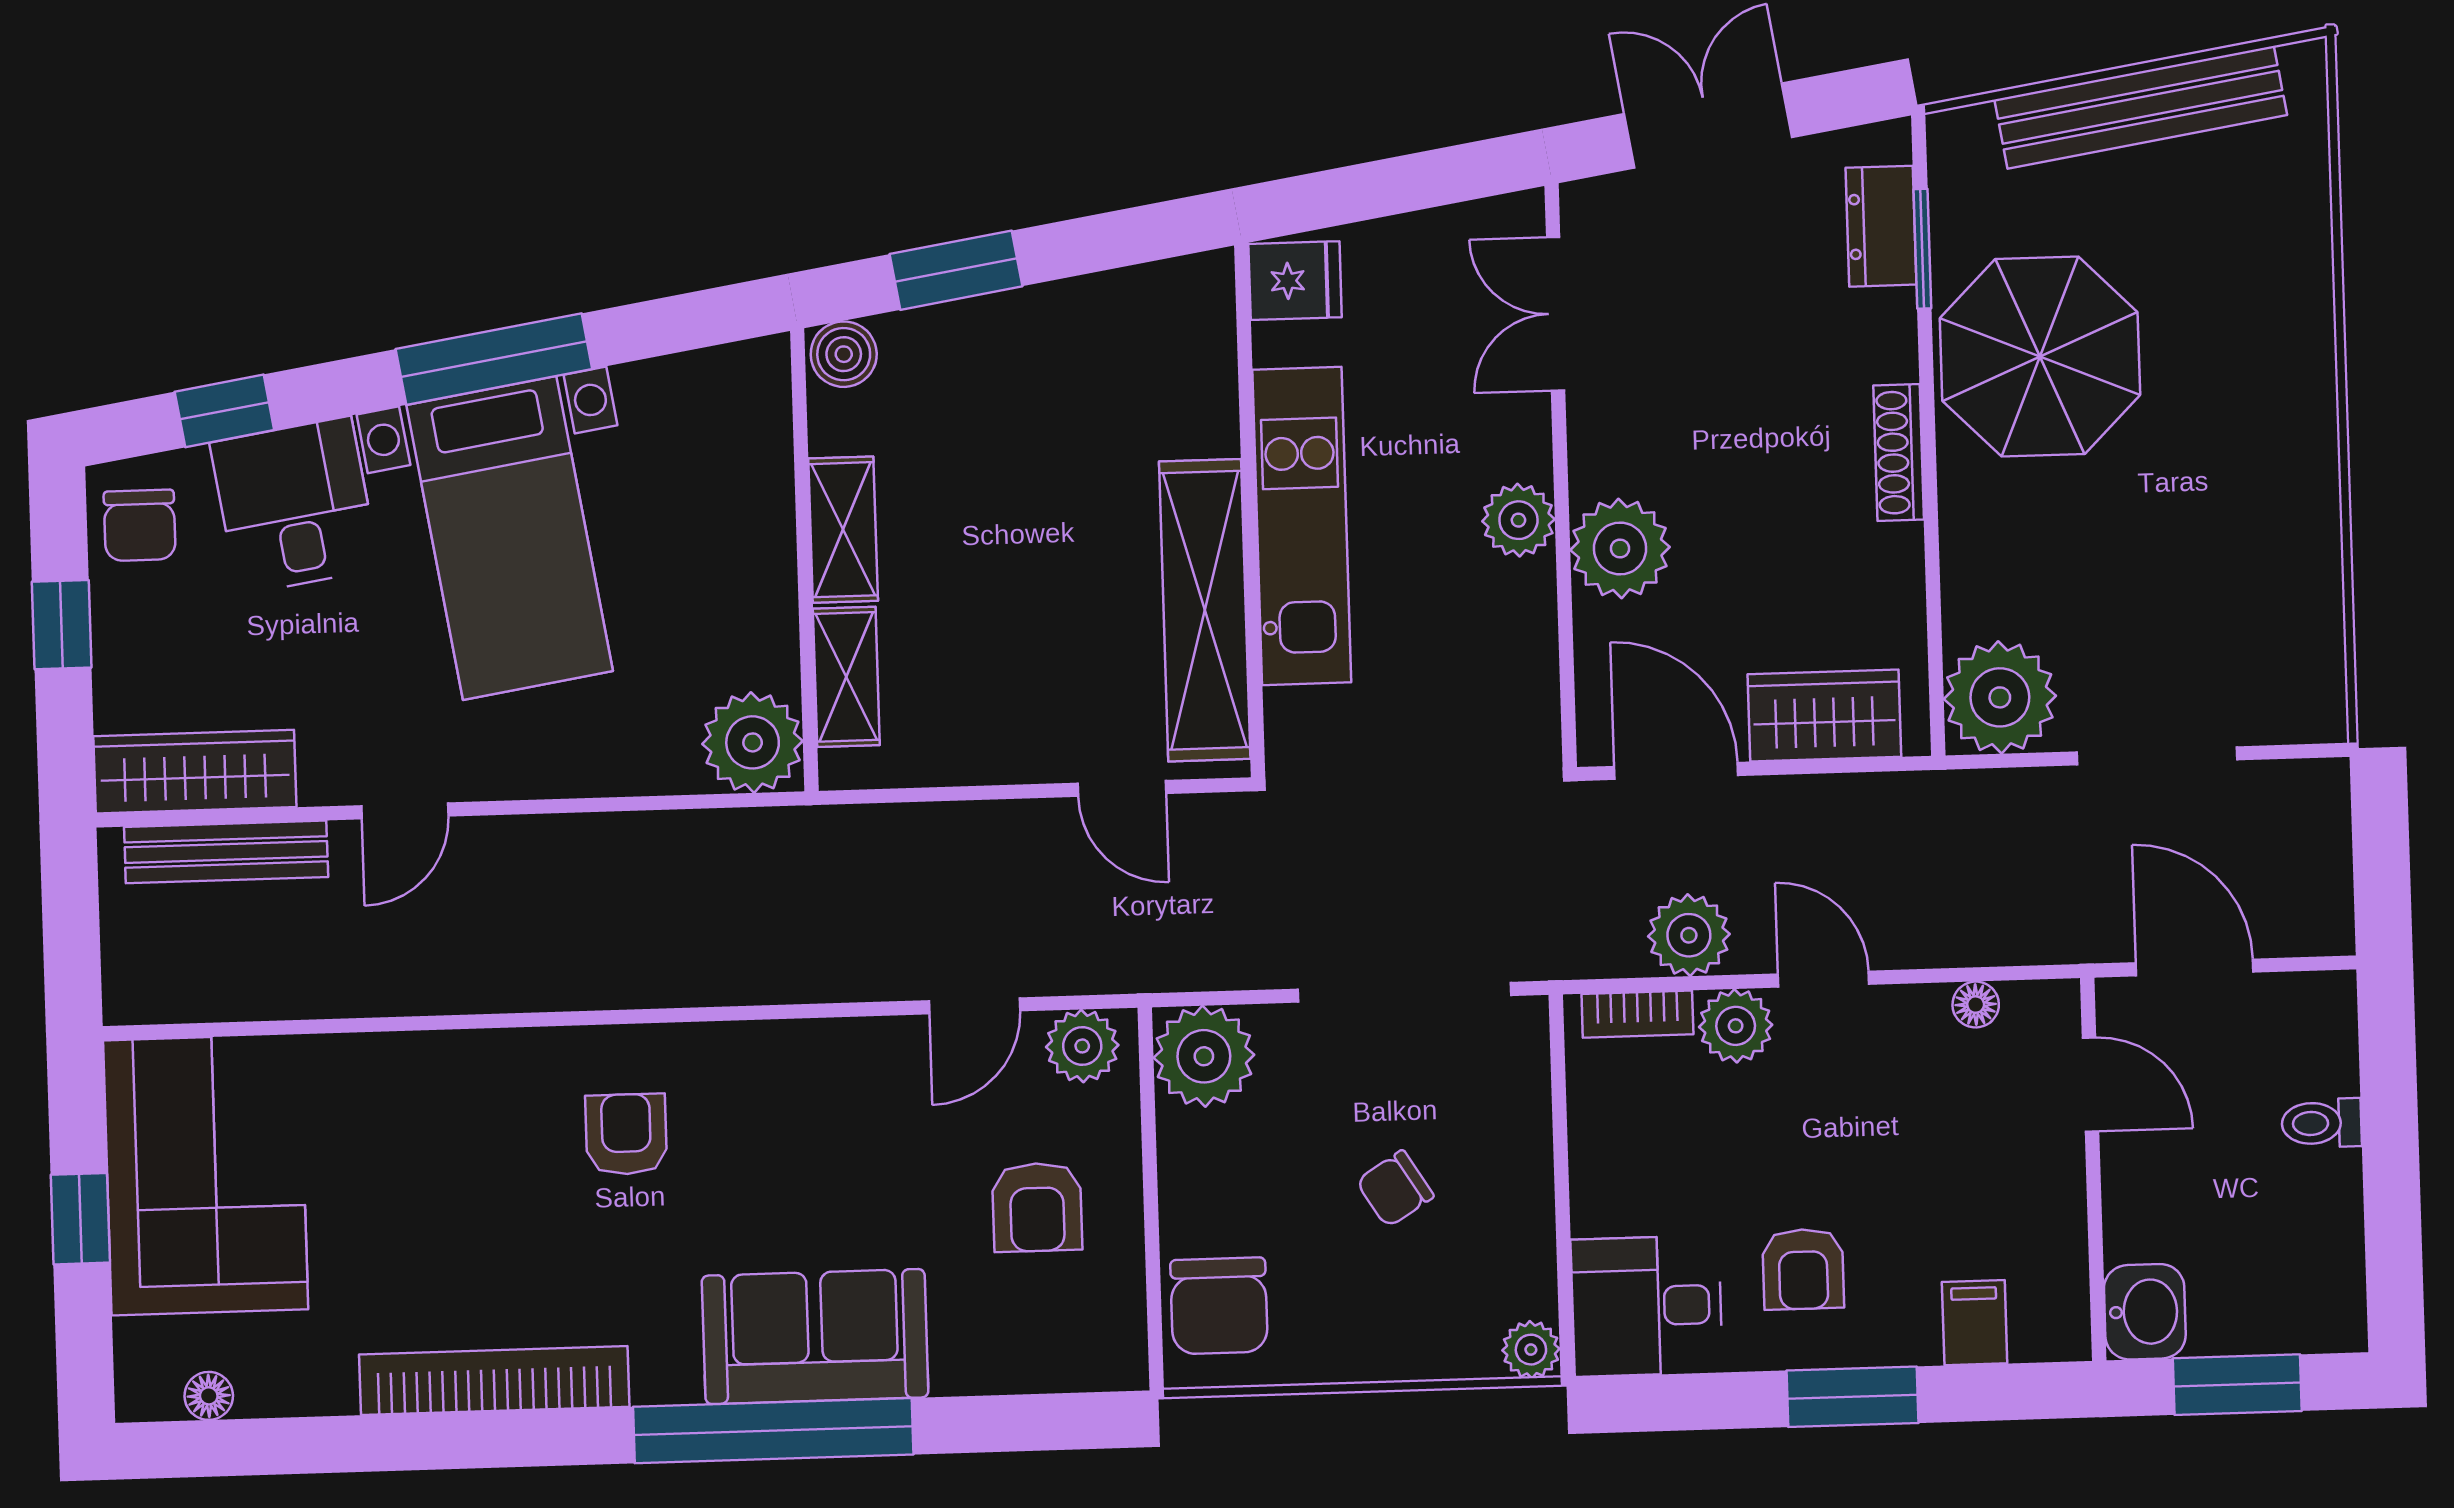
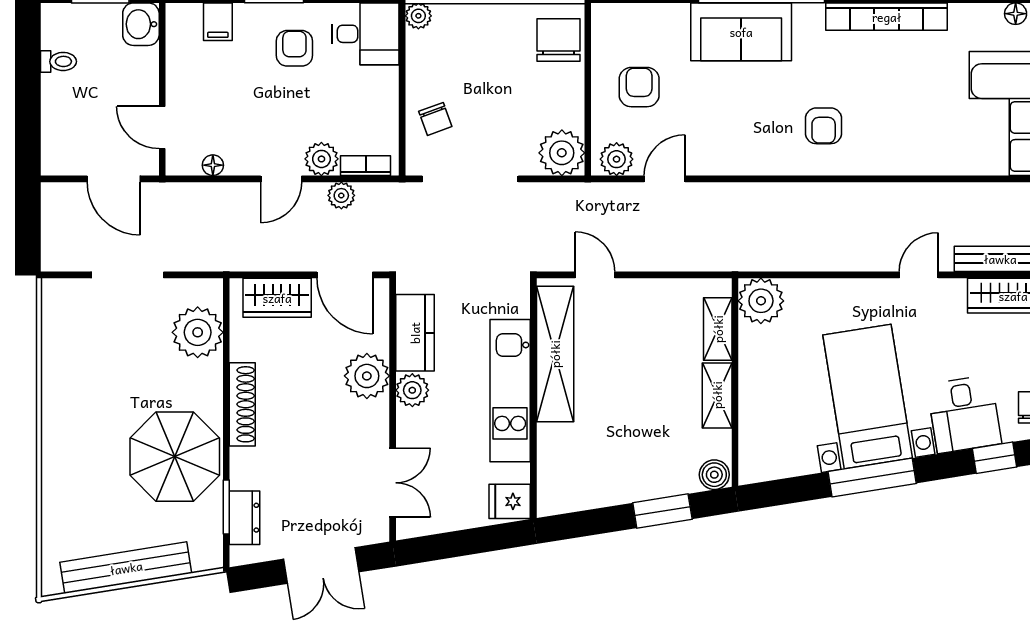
shoe rack: (1899, 452) -> (242, 404), width x1.36, depth x1.24
kitchen counter: (1516, 647) -> (415, 333), added
plant: (2000, 697) -> (198, 332), moved
plant: (1689, 935) -> (341, 195), width x0.73, depth x0.73
door: (1823, 979) -> (281, 179), hinge flipped
toilet: (2322, 1123) -> (58, 61), moved
chair: (1395, 1189) -> (435, 119), moved, turned 102

